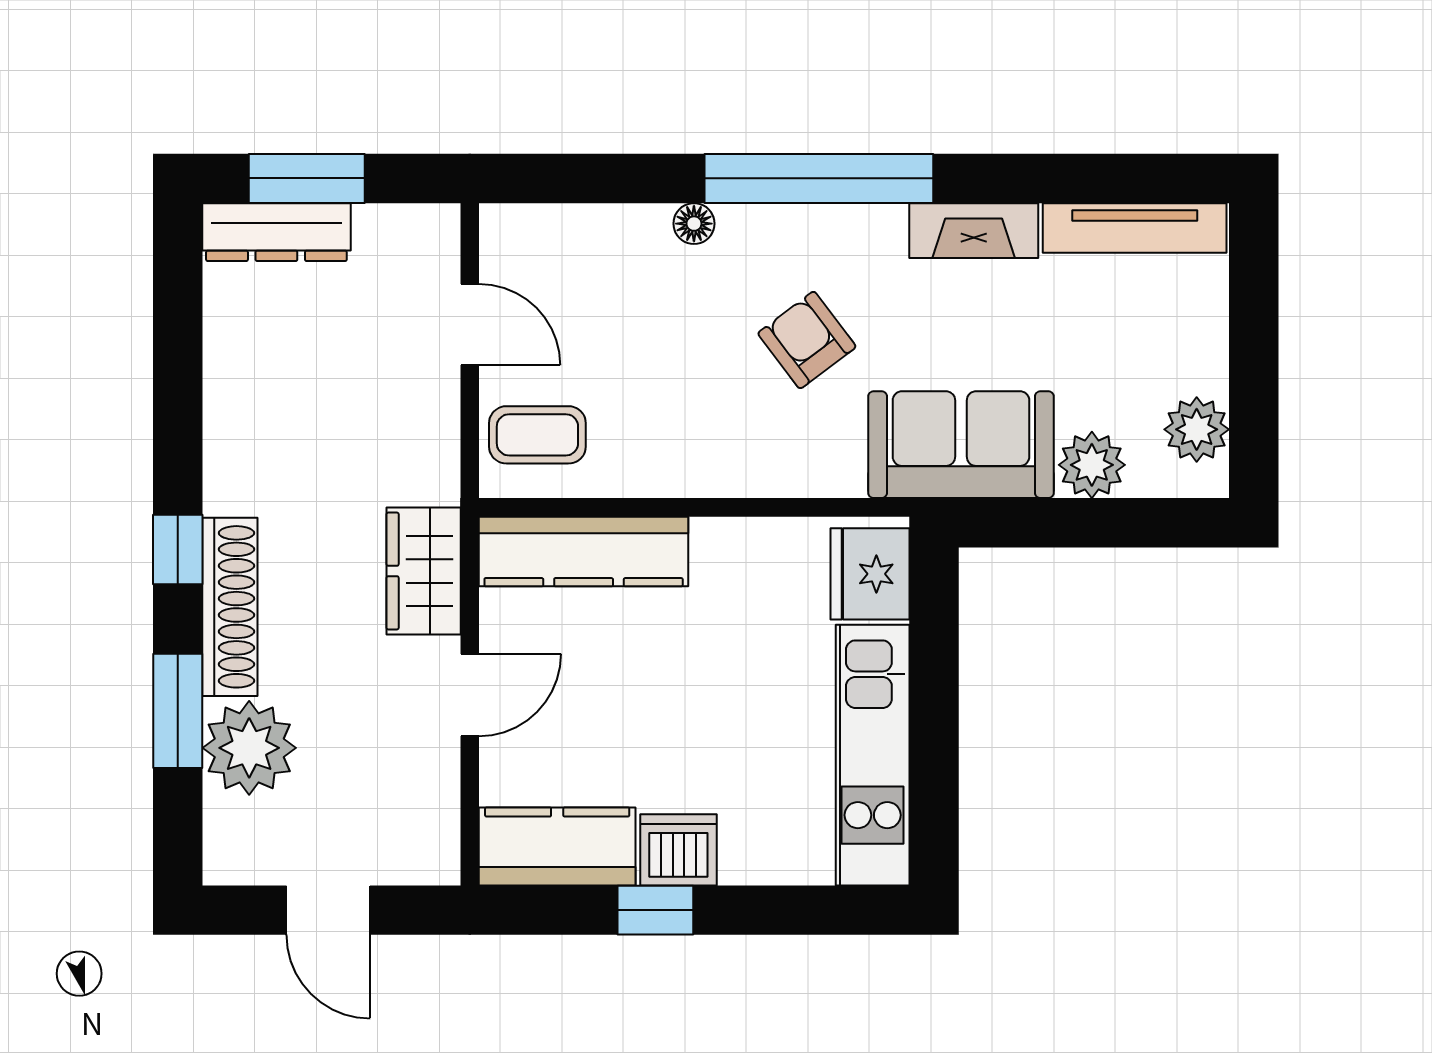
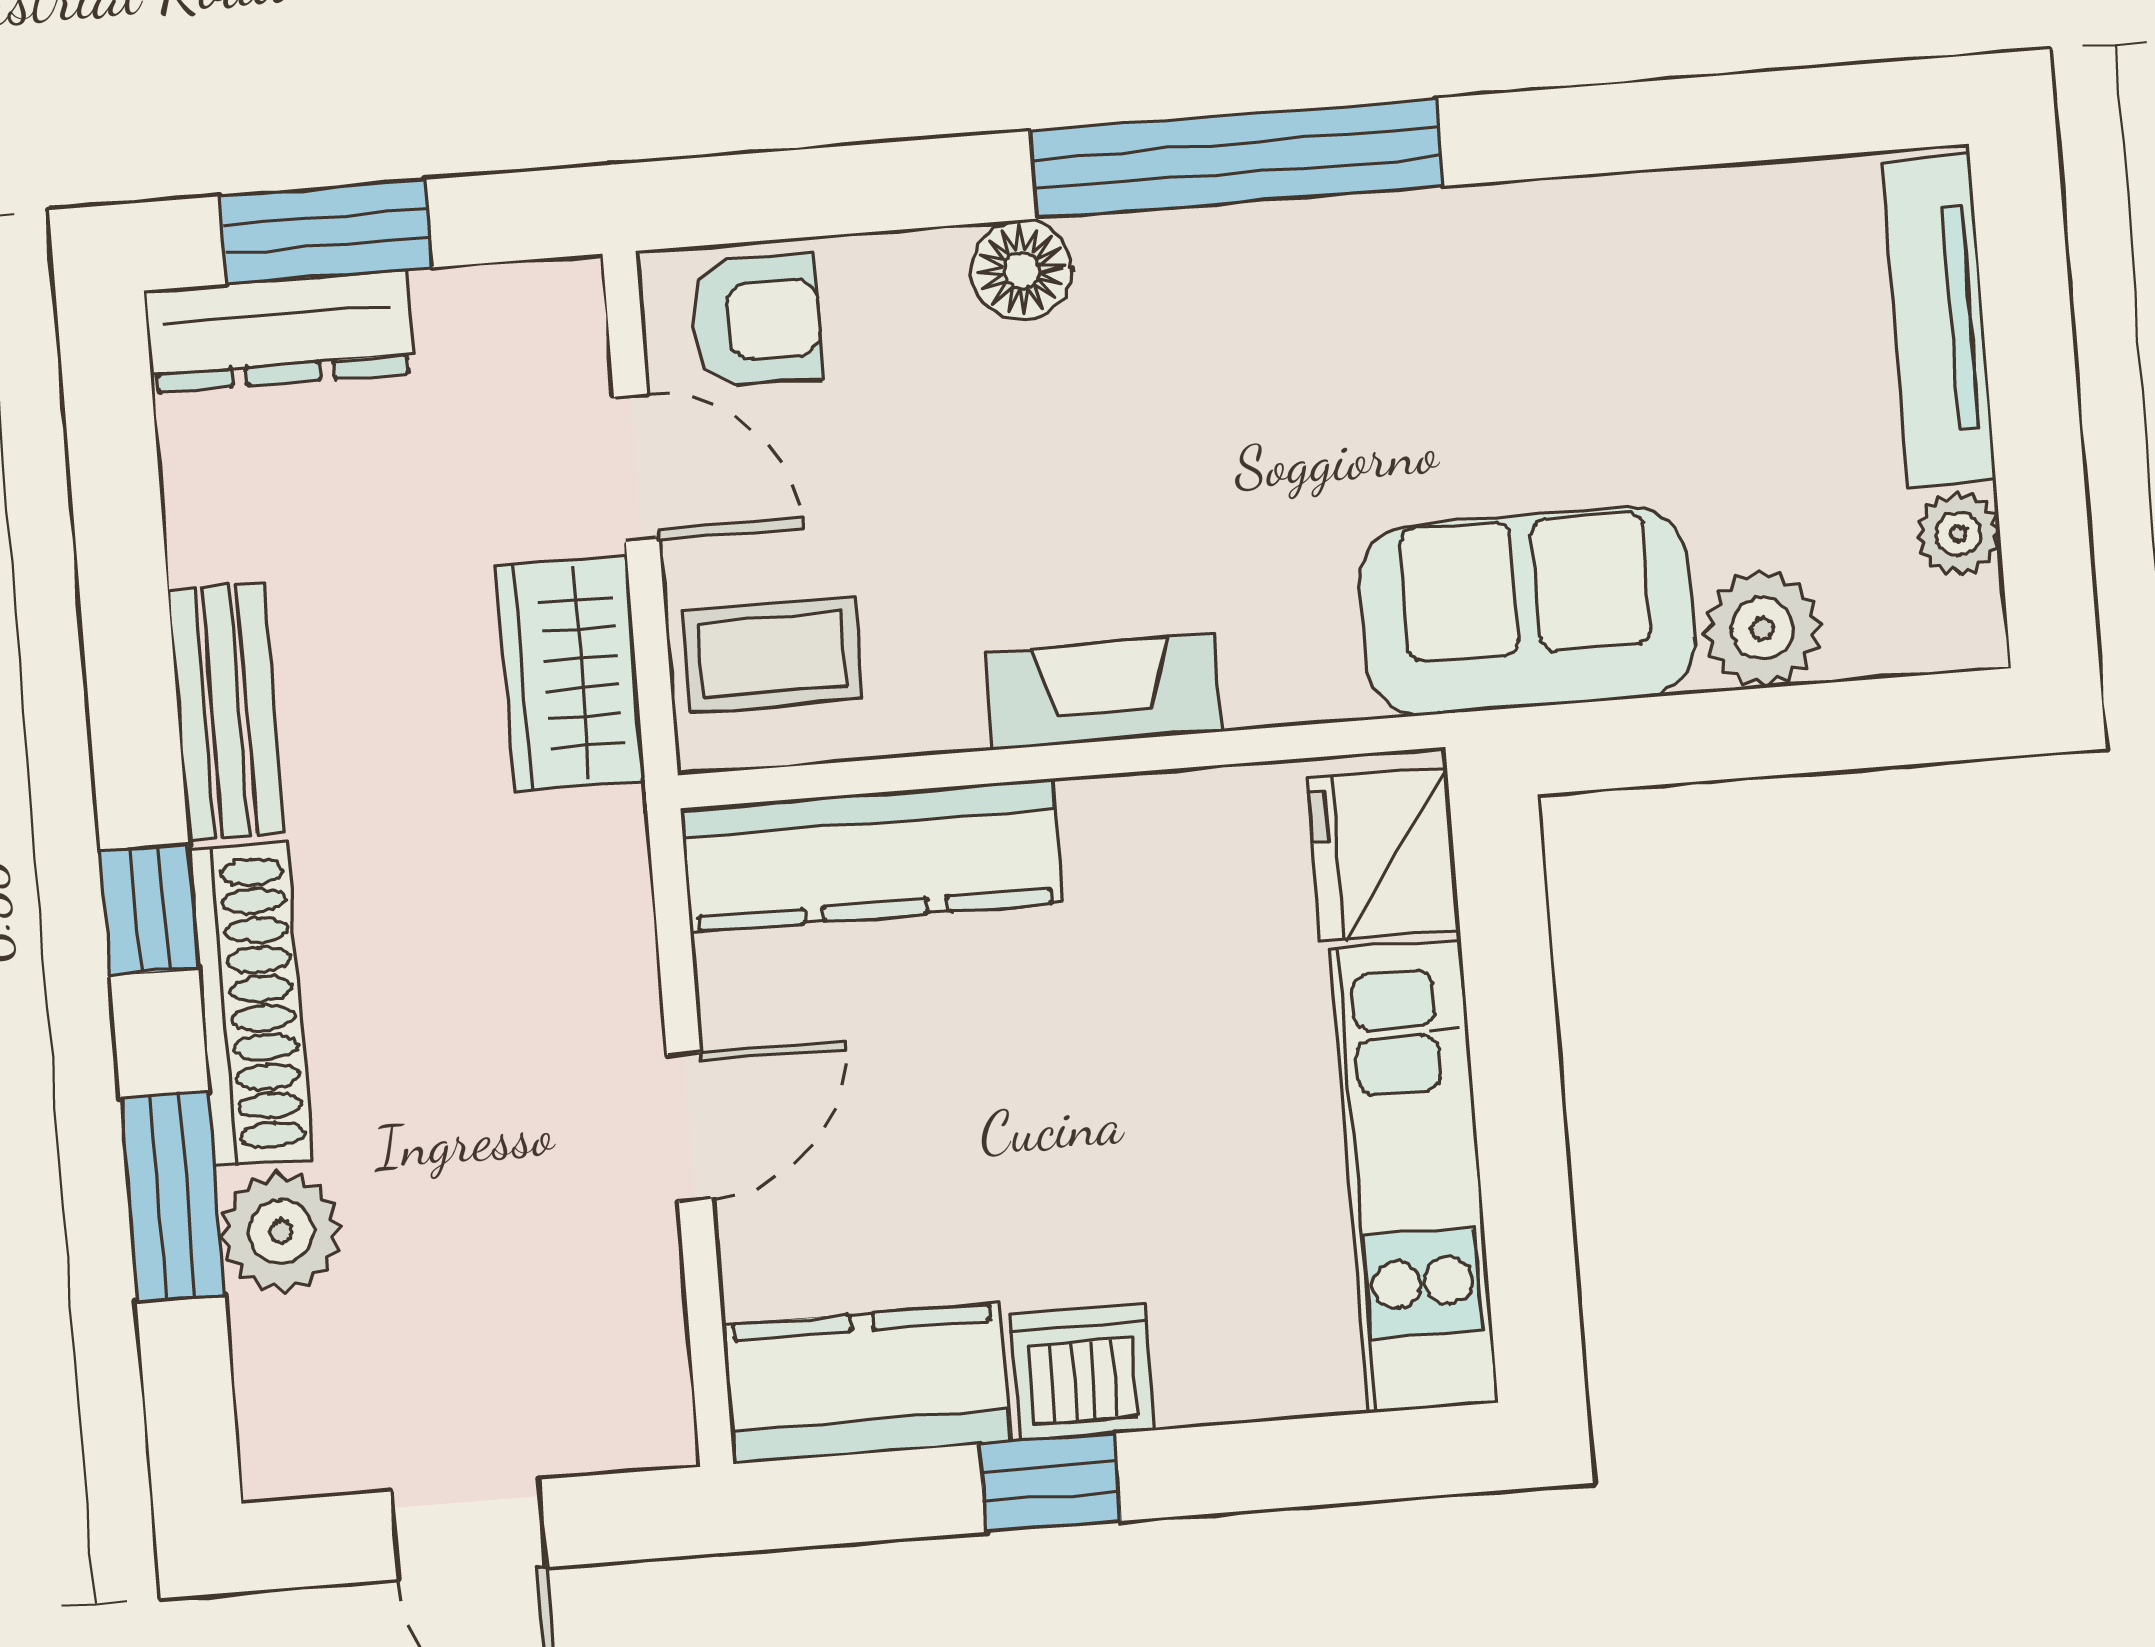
floor lamp: (694, 224) -> (1022, 270), width x1.37, depth x1.37
tv unit: (1135, 228) -> (1939, 320), moved, turned 90
fireplace: (974, 231) -> (1103, 692), moved, turned 180
armchair: (807, 340) -> (756, 320), moved, turned 127
plant: (1197, 429) -> (1958, 534), width x0.73, depth x0.73
bench: (229, 442) -> (226, 712), added
wardrobe: (424, 571) -> (570, 673), moved
plant: (249, 748) -> (281, 1232), width x0.73, depth x0.73

